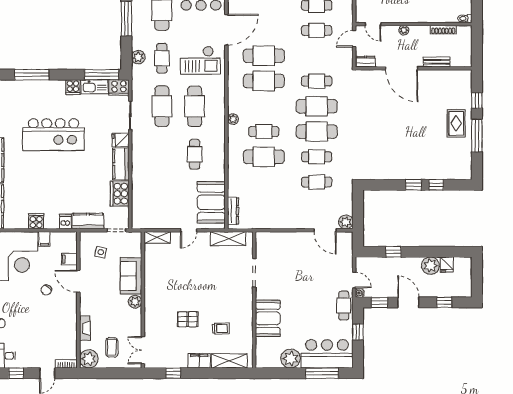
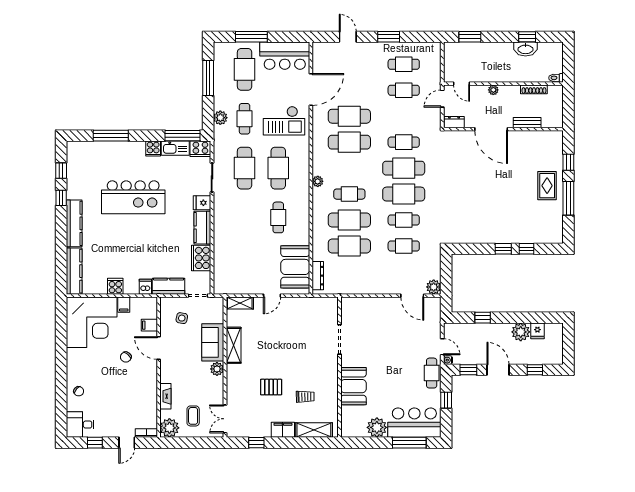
cafe table: (264, 182) -> (349, 246), added
shelving: (228, 239) -> (234, 345), moved, turned 90

